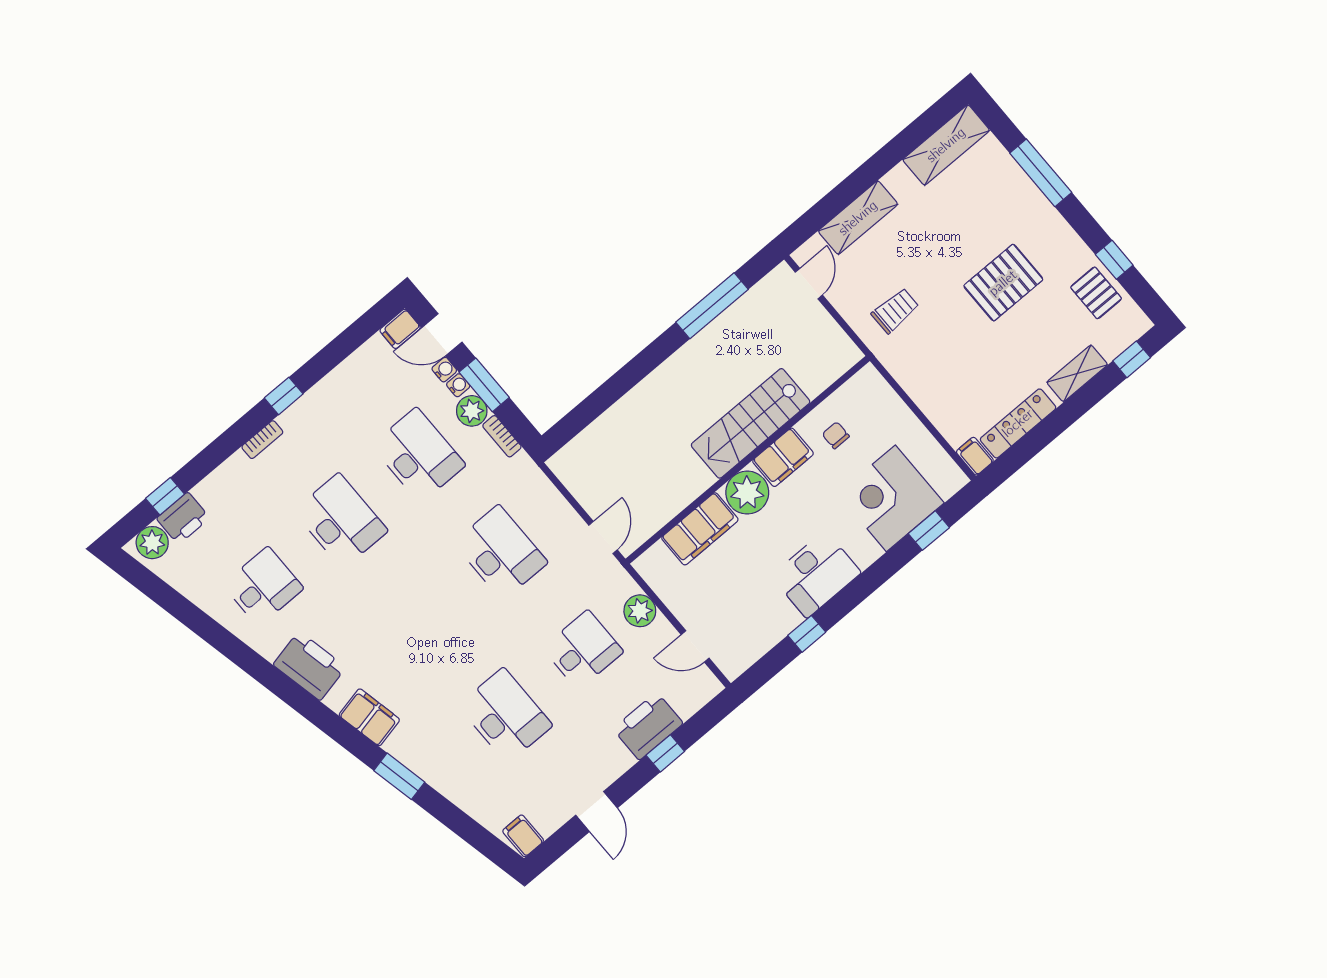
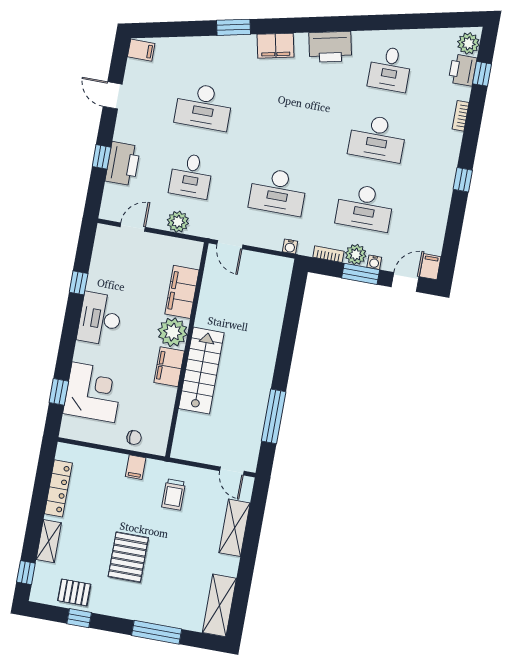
water cooler: (444, 370) -> (290, 247), moved
chair: (836, 435) -> (134, 438), moved
bookcase: (262, 440) -> (461, 116), moved
filing cabinet: (975, 456) -> (136, 467), moved, turned 90

